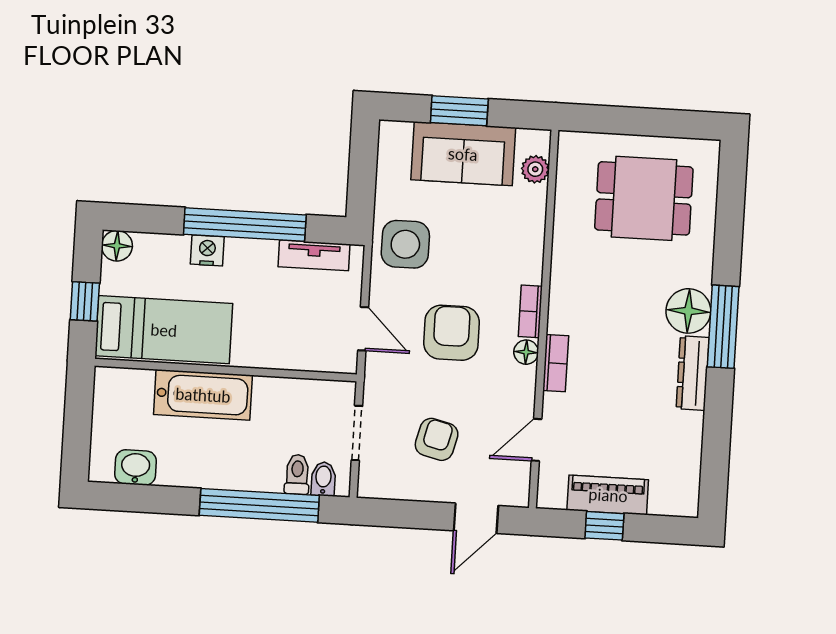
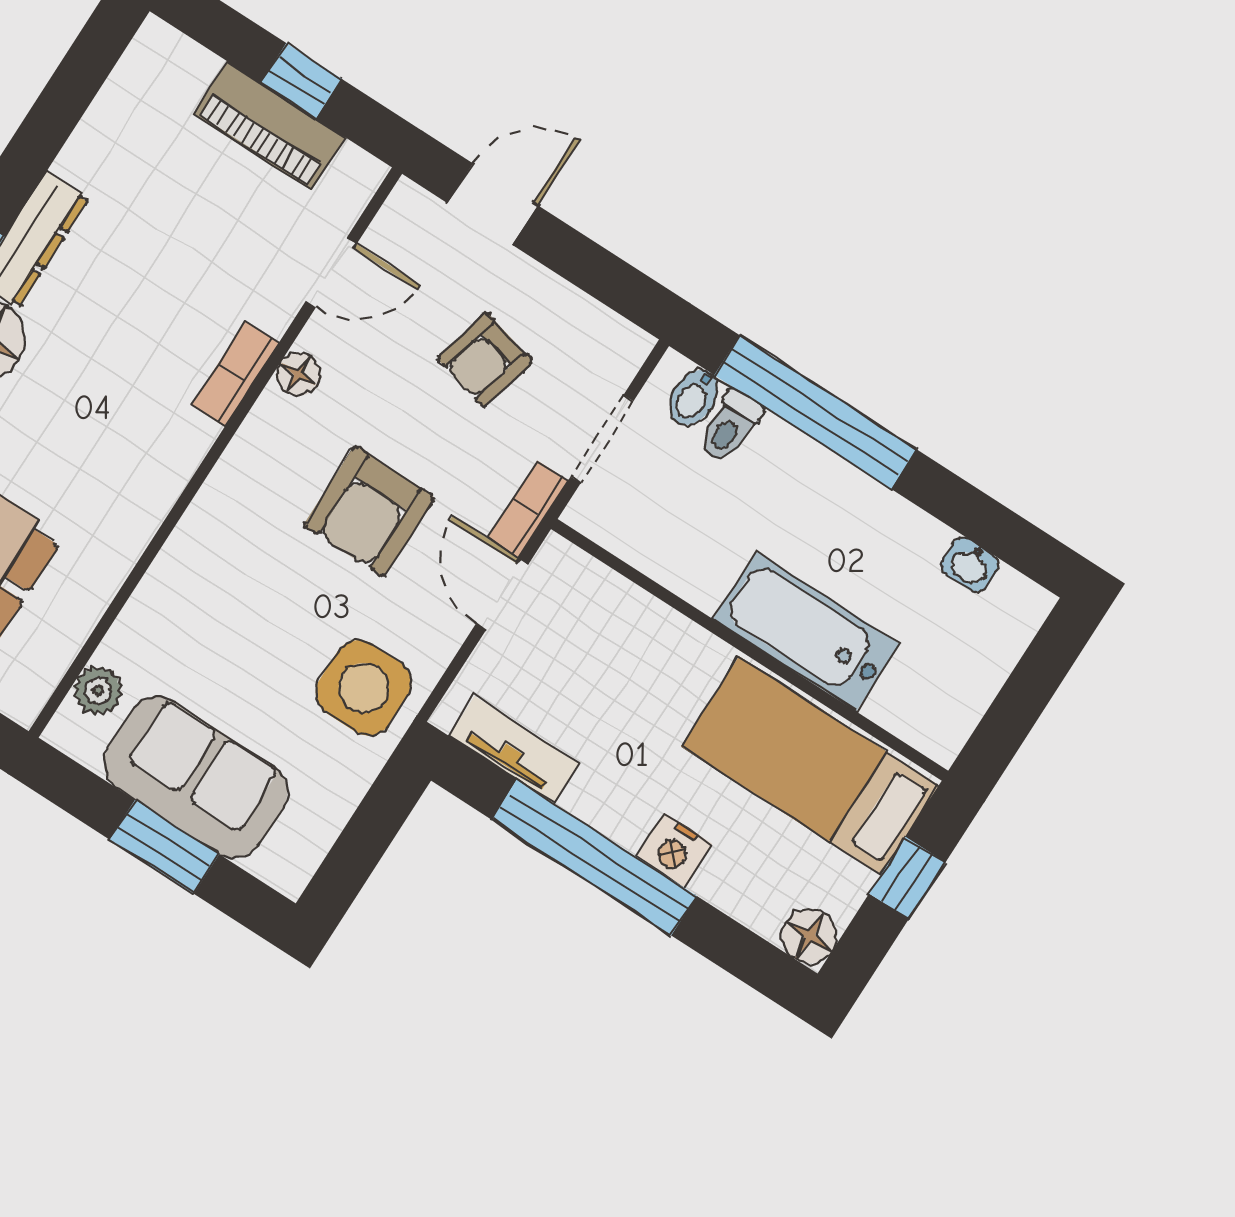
bookcase: (530, 311) -> (528, 509), moved, turned 180
floor lamp: (526, 352) -> (298, 374), moved
washbasin: (136, 467) -> (970, 565), width x0.72, depth x0.69

